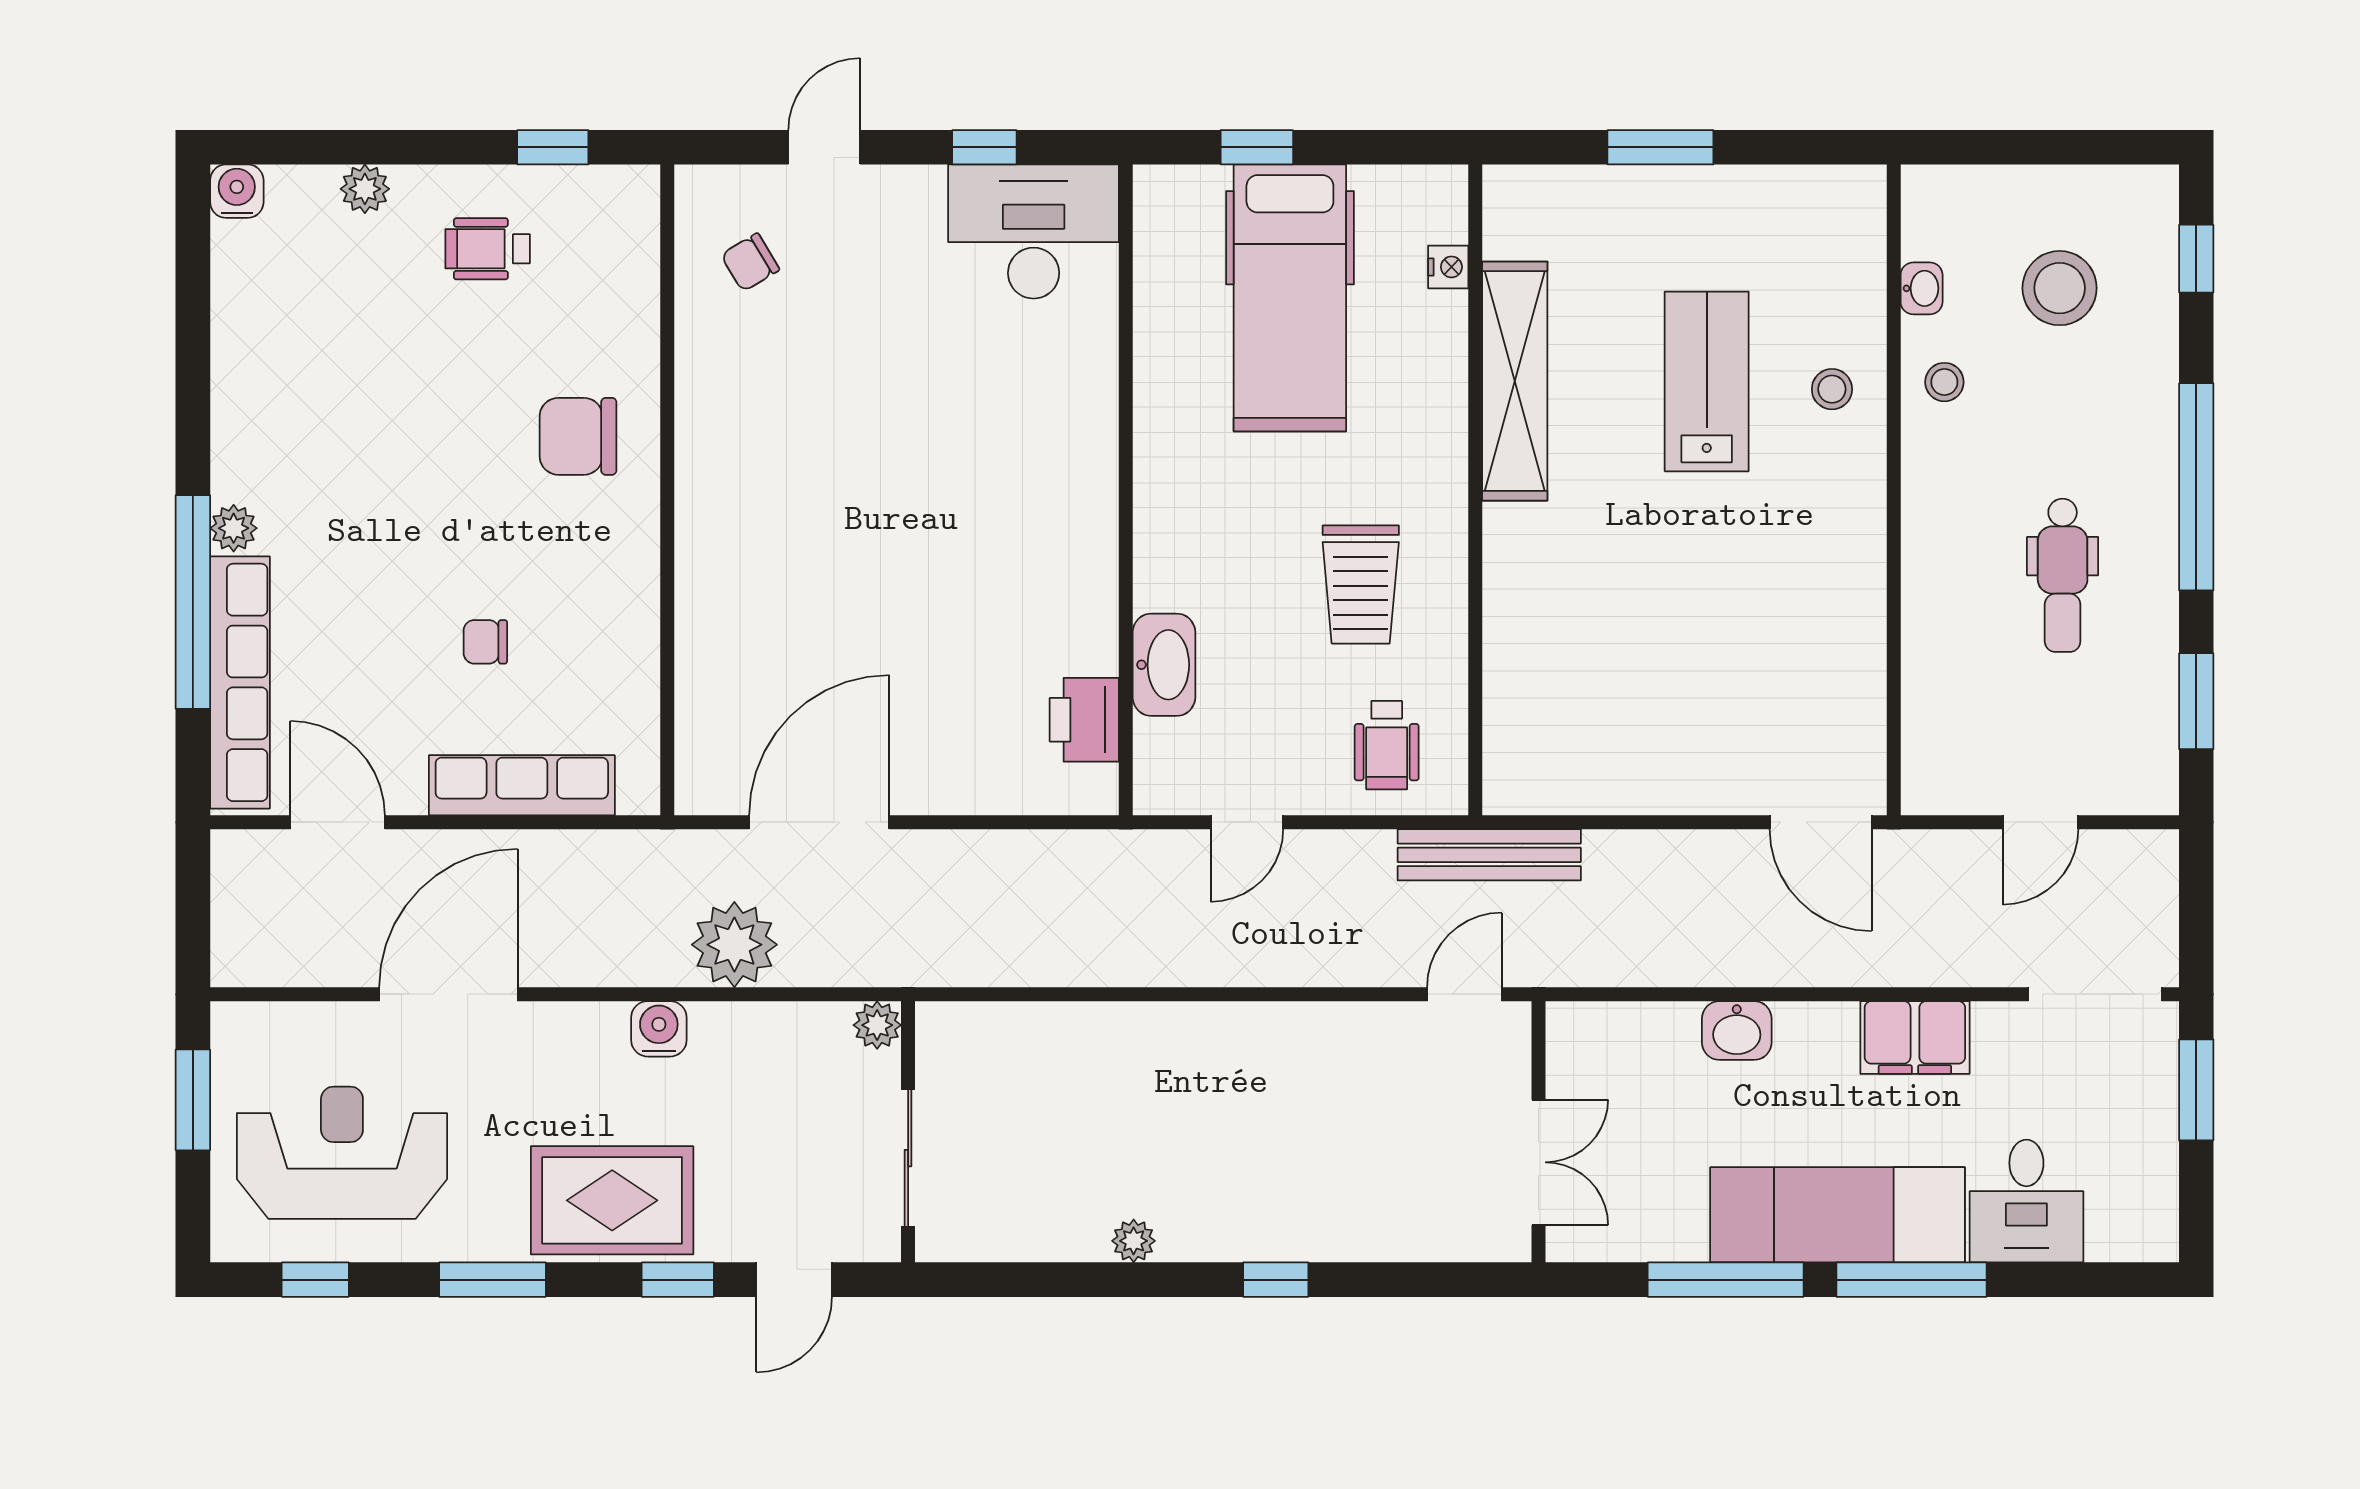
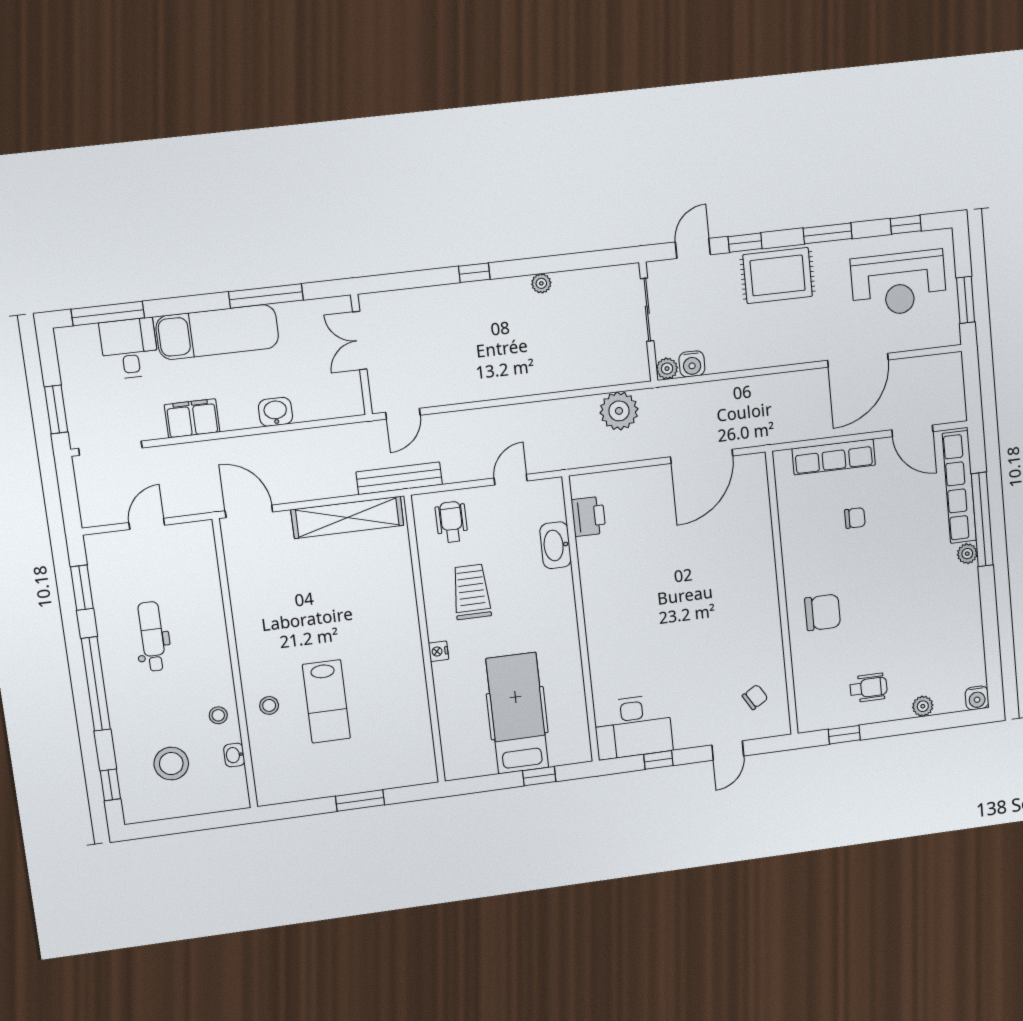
nightstand: (1448, 267) -> (439, 651), moved
shelving: (1515, 381) -> (347, 517), moved, turned 90
plant: (734, 945) -> (619, 411), moved
water cooler: (659, 1029) -> (692, 364), moved
window: (1912, 1280) -> (108, 314), moved

